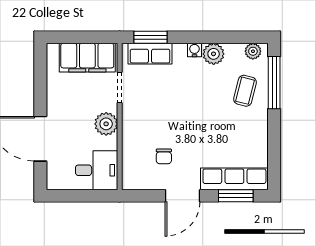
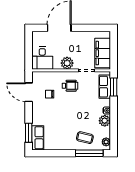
wheelchair: (148, 119) -> (70, 86), added
row of seats: (234, 179) -> (38, 138), width x0.68
door: (182, 196) -> (29, 92), moved

